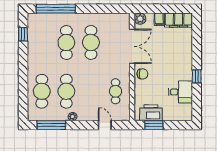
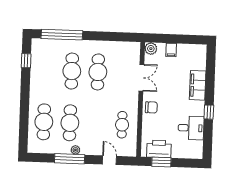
filing cabinet: (179, 20) -> (198, 85), moved, turned 90
double door: (132, 46) -> (141, 78), width x0.73
window: (51, 125) -> (70, 159), moved

